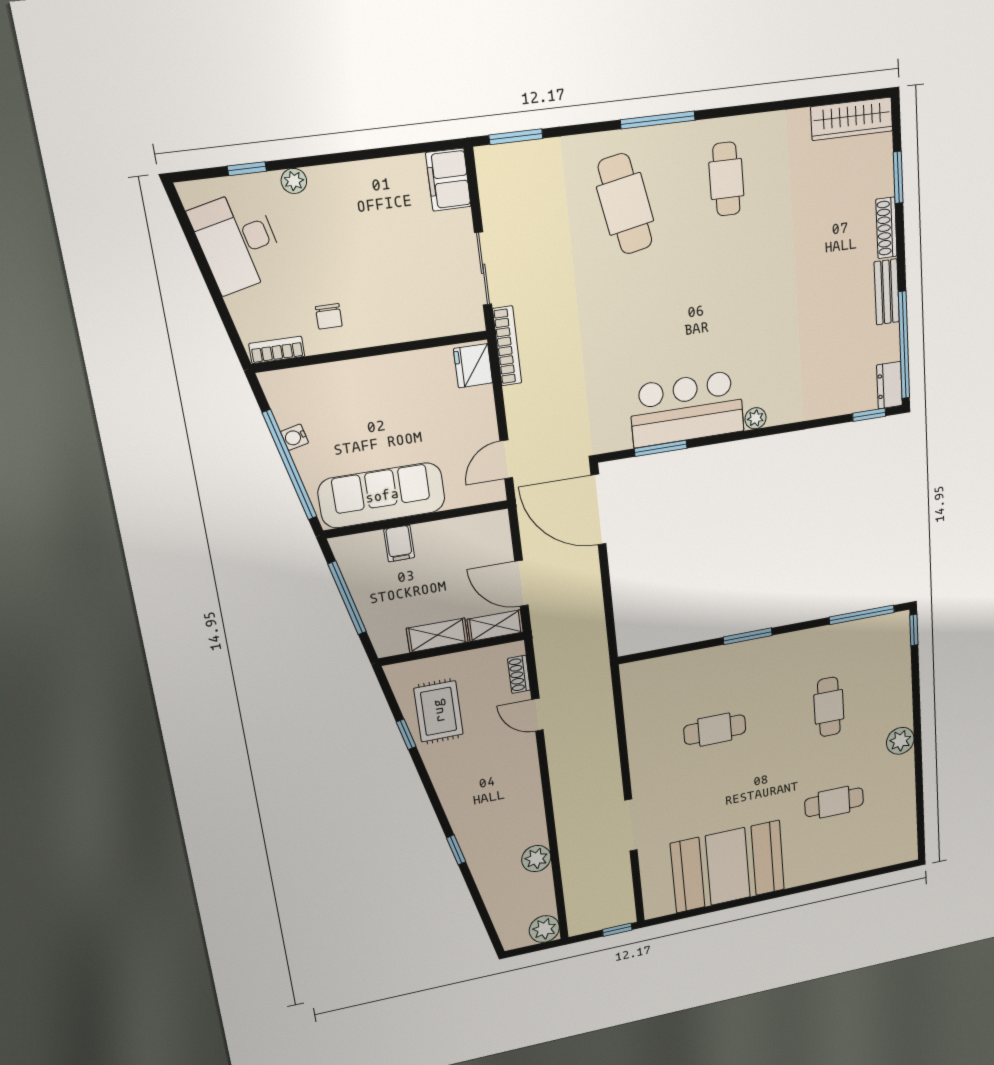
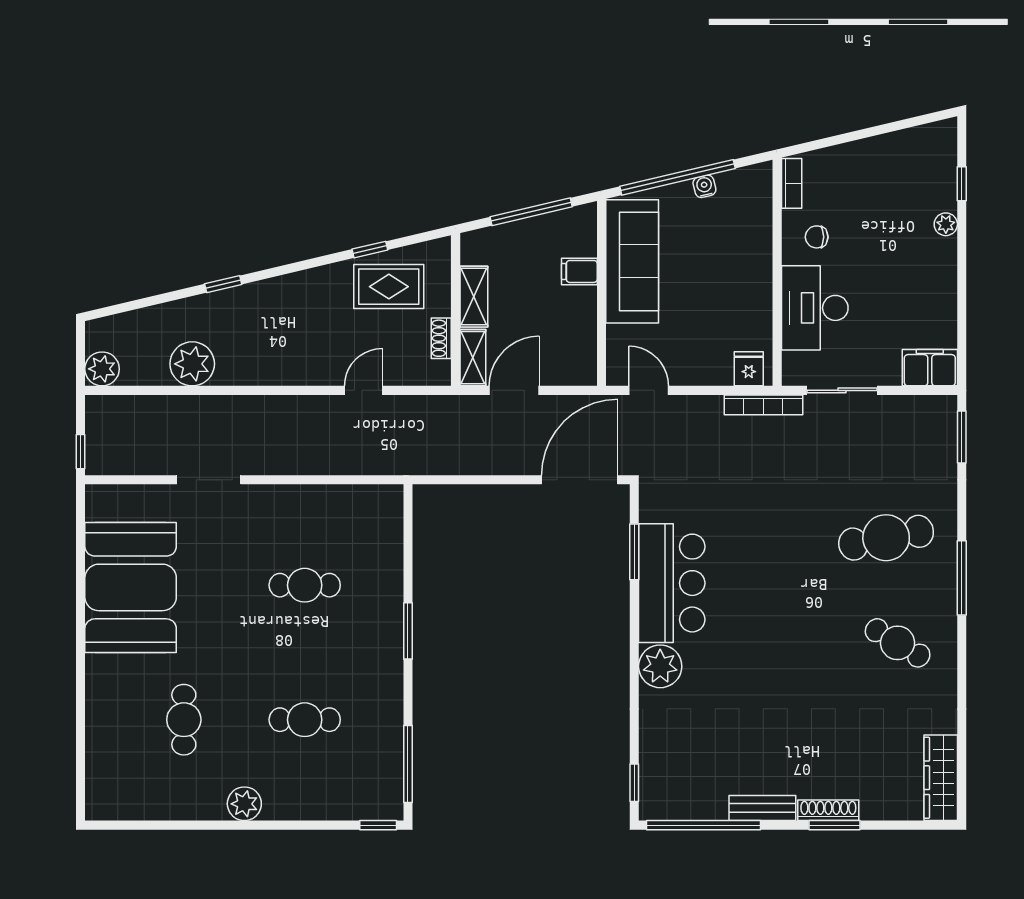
window: (898, 177) -> (834, 825), moved
cafe table: (726, 179) -> (898, 643), turned 31
desk: (238, 242) -> (815, 308), moved, turned -77
fridge: (473, 366) -> (749, 369), width x0.72
dresser: (889, 385) -> (663, 807), removed
plant: (755, 418) -> (660, 666), width x1.88, depth x1.88
shoe rack: (519, 674) -> (441, 338), moved, turned -90
cafe table: (715, 730) -> (305, 585), turned 90
plant: (536, 859) -> (192, 364), width x1.36, depth x1.36

